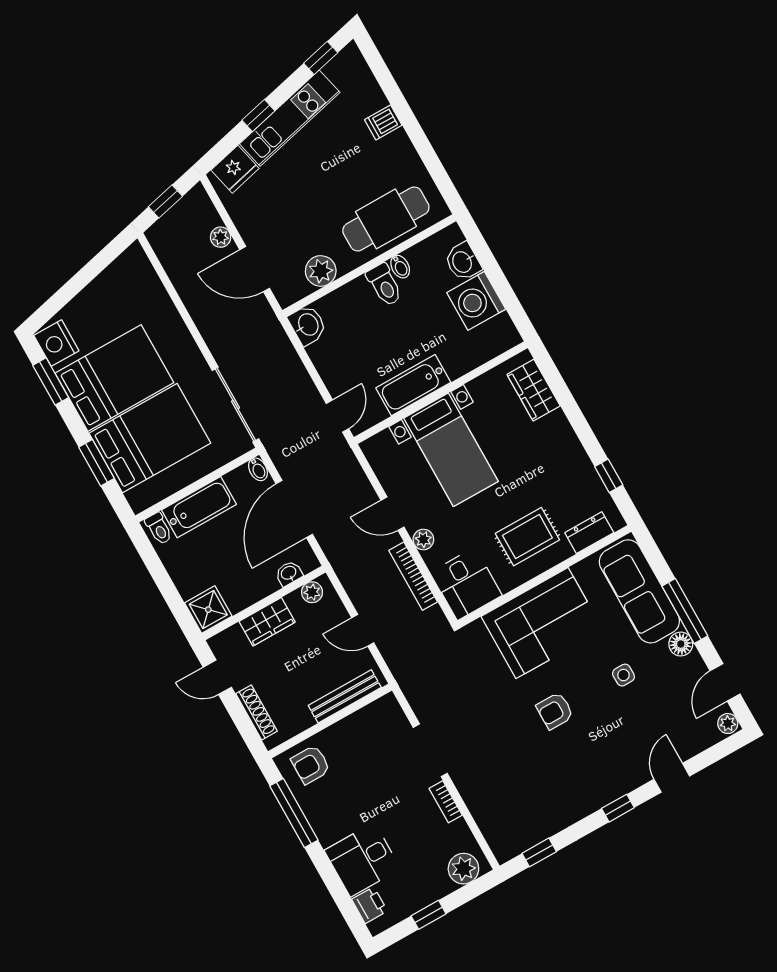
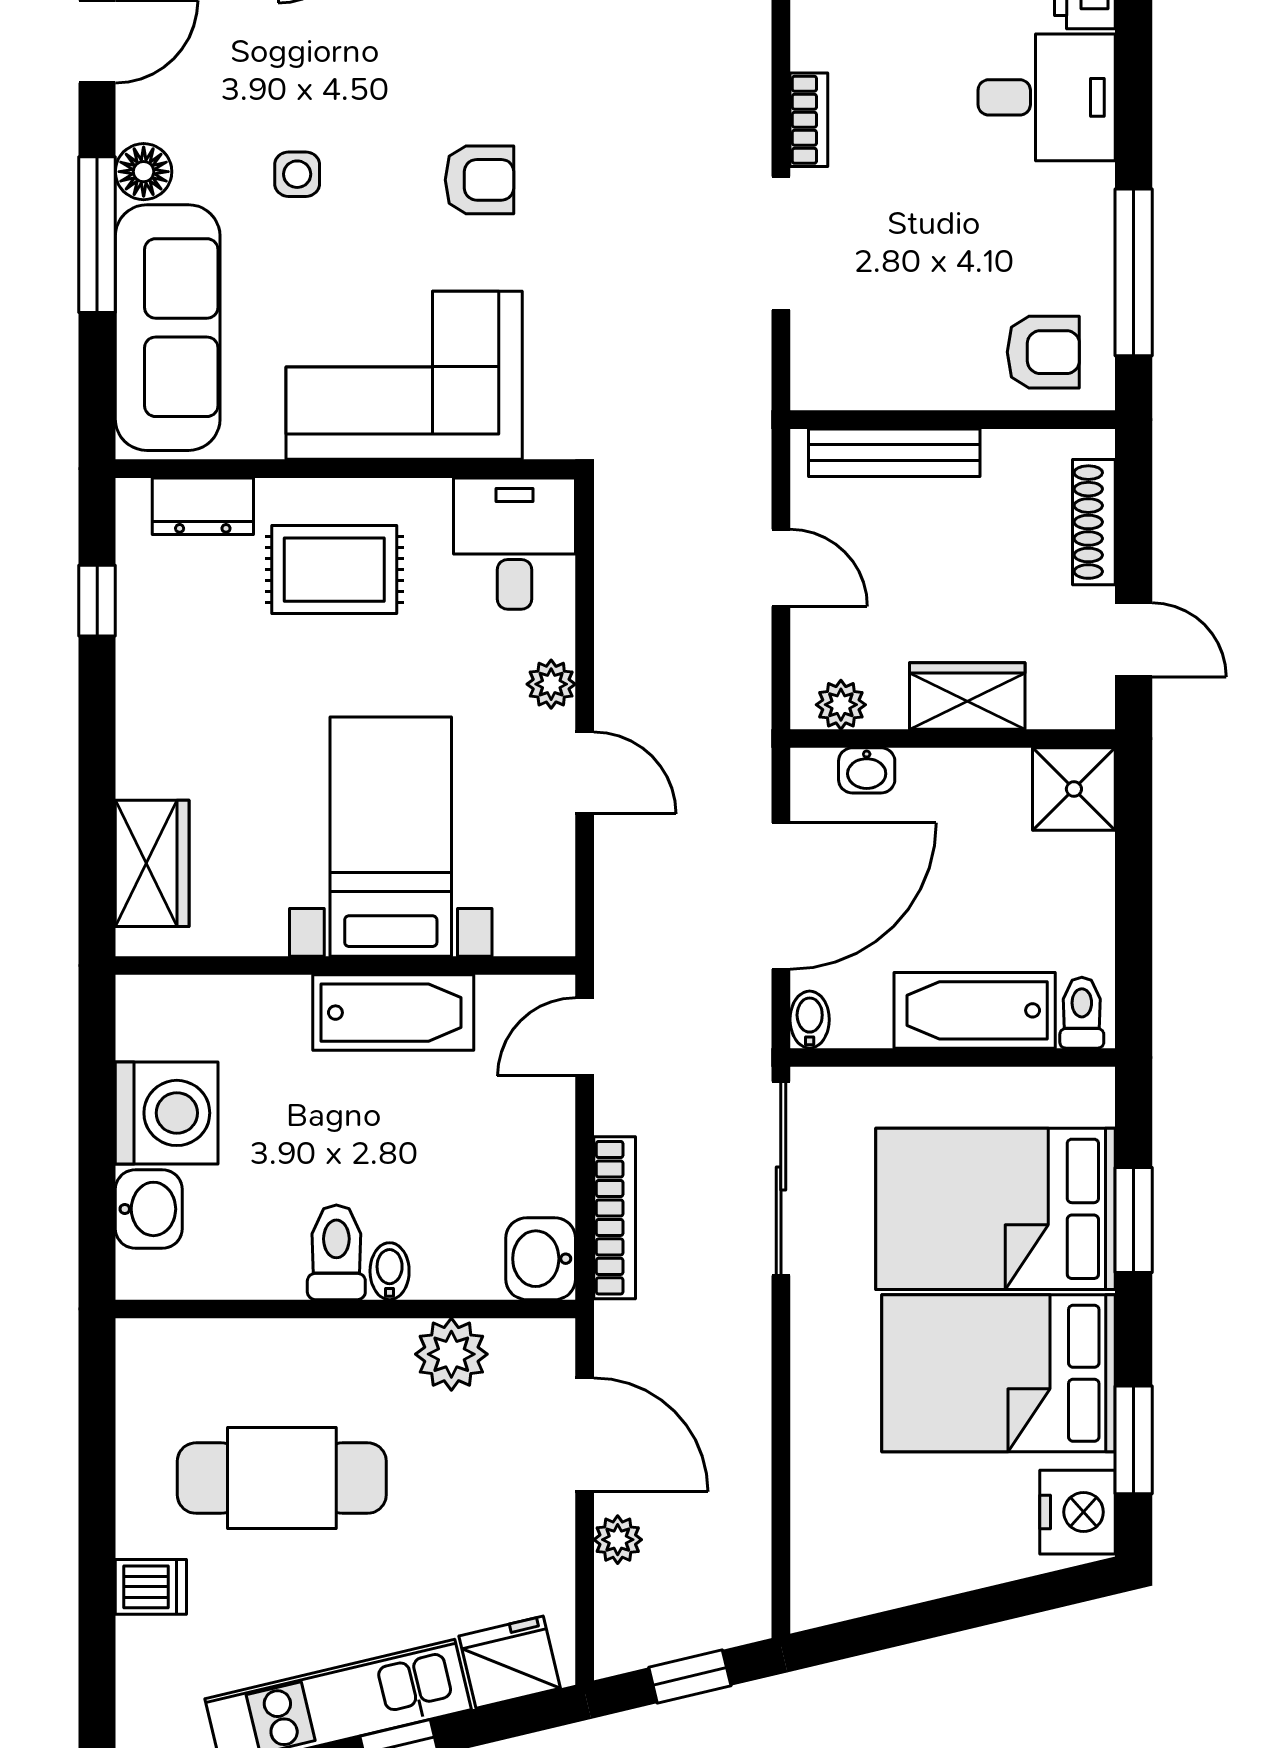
cafe table: (386, 219) -> (282, 1478), moved
bidet: (400, 267) -> (390, 1271), moved
bookcase: (413, 576) -> (615, 1218), moved

